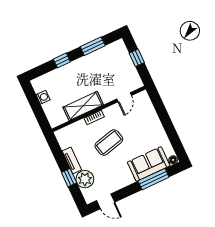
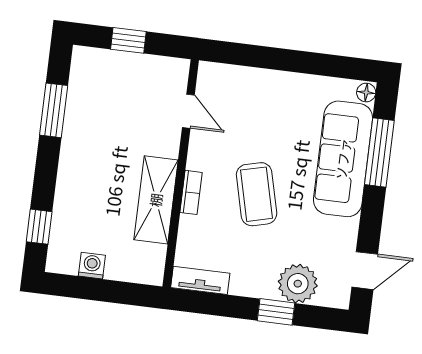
window: (62, 60) -> (39, 227), moved
tv unit: (72, 160) -> (200, 280), moved
sofa: (149, 164) -> (343, 159), width x1.36

